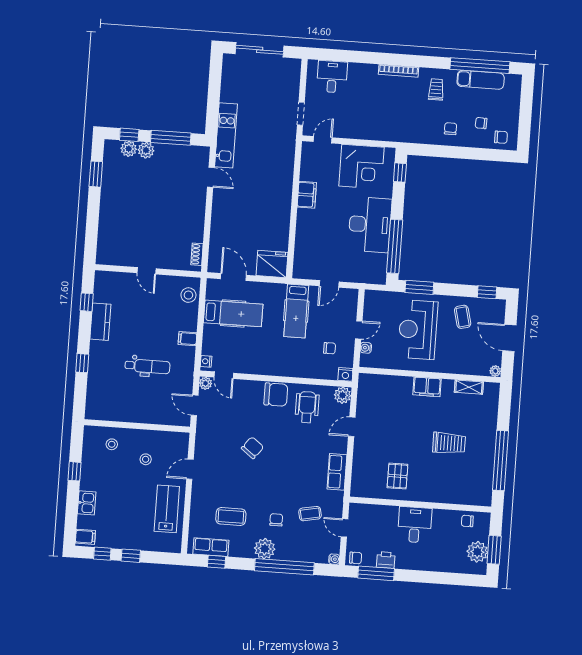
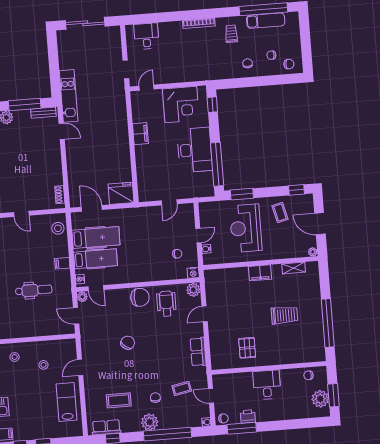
bench: (192, 151) -> (43, 113), added
hospital bed: (296, 311) -> (96, 259), moved, turned -90

